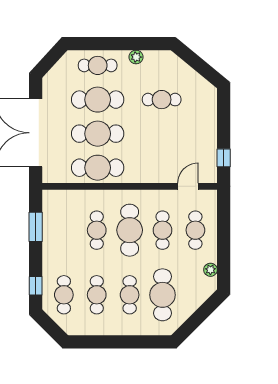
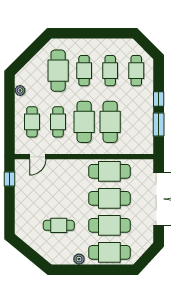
cafe table: (98, 65) -> (109, 252), width x1.37, depth x1.35
cafe table: (97, 230) -> (110, 122), width x1.37, depth x1.35
window: (36, 286) -> (159, 99), moved

